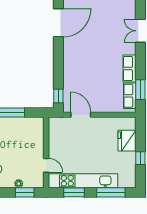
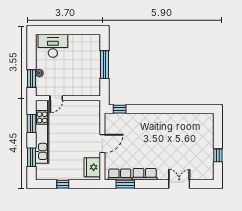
door: (58, 23) -> (186, 109), removed
door: (81, 115) -> (102, 144), moved
fridge: (127, 141) -> (92, 167), moved, turned -90
window: (111, 192) -> (32, 157), width x0.69

